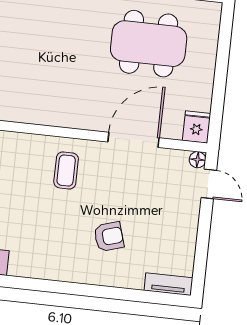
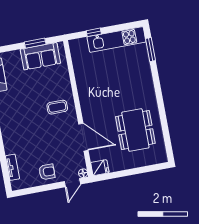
armchair: (109, 237) -> (47, 172), moved, turned -73
tv unit: (168, 284) -> (13, 167), moved

